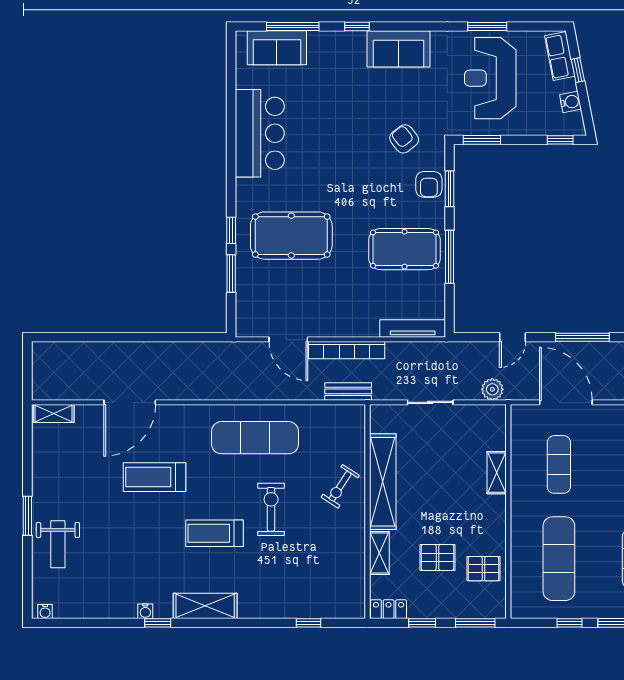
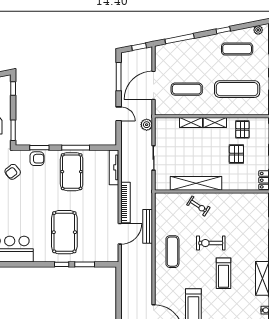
bench: (348, 391) -> (148, 226), moved, width x1.36
exercise mat: (255, 438) -> (172, 252), width x0.73, depth x0.69
shelving: (379, 553) -> (215, 123), moved

